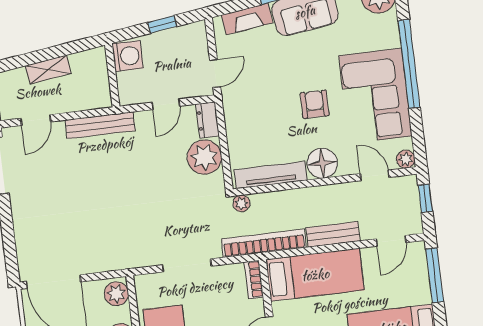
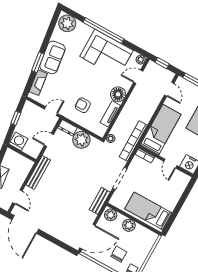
door: (215, 73) -> (51, 111), hinge flipped
door: (166, 104) -> (49, 140), swing flipped
armchair: (315, 104) -> (83, 105), moved
tv unit: (271, 175) -> (110, 114), width x0.71
bench: (333, 234) -> (100, 201), moved

